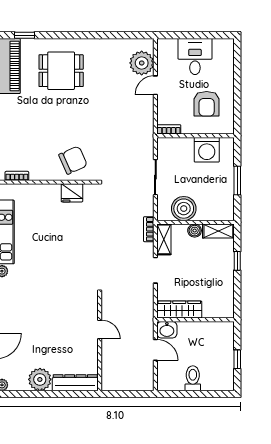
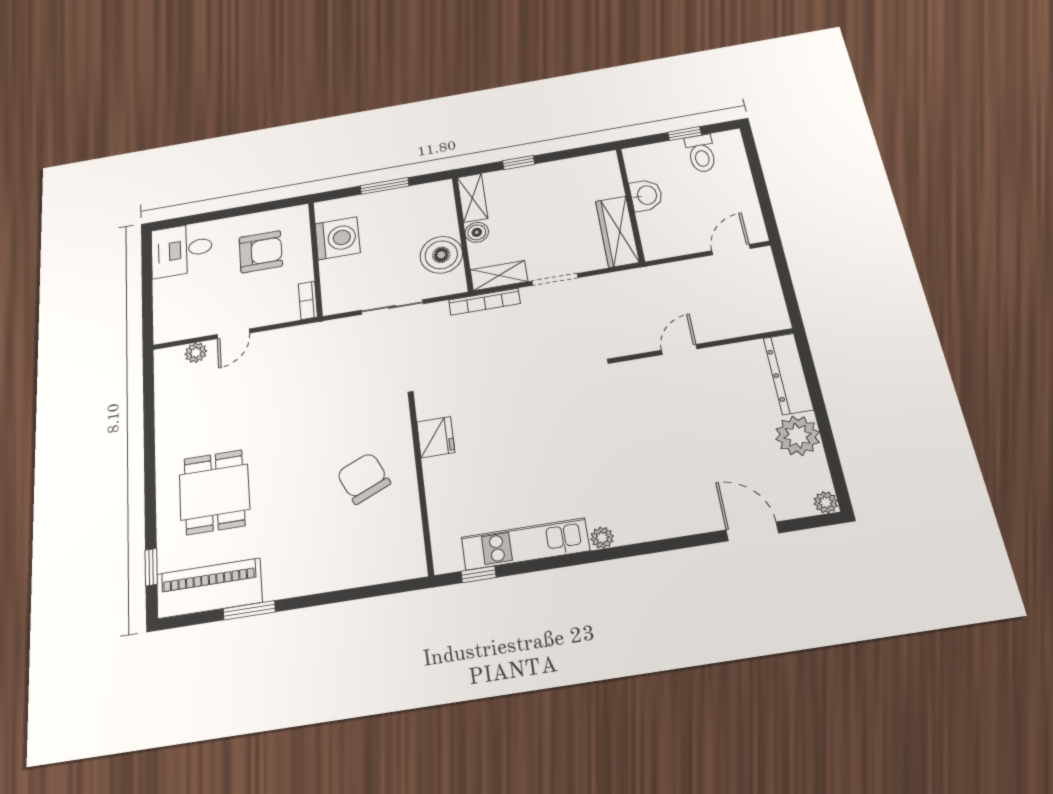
desk: (195, 56) -> (182, 250), moved
plant: (142, 63) -> (196, 353), width x0.53, depth x0.53
door: (155, 85) -> (233, 334), hinge flipped
chair: (73, 160) -> (363, 478), moved
bookcase: (17, 176) -> (415, 539), removed
bookcase: (149, 229) -> (484, 302), width x1.56
washbasin: (167, 330) -> (646, 195), moved
door: (155, 350) -> (731, 250), moved
toilet: (193, 378) -> (701, 153), moved, turned -90

